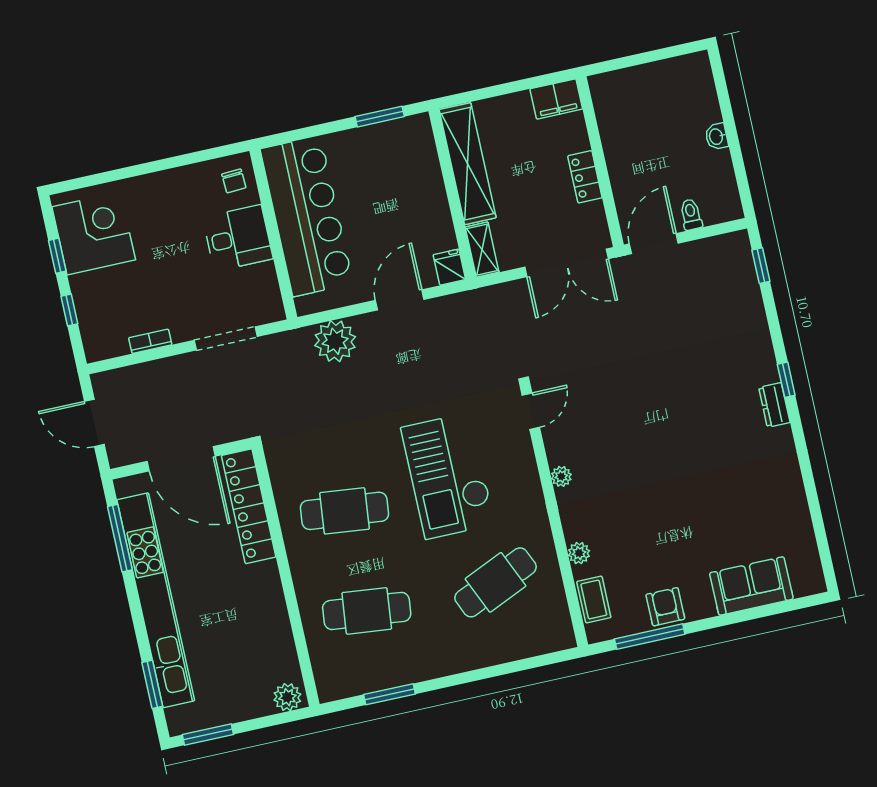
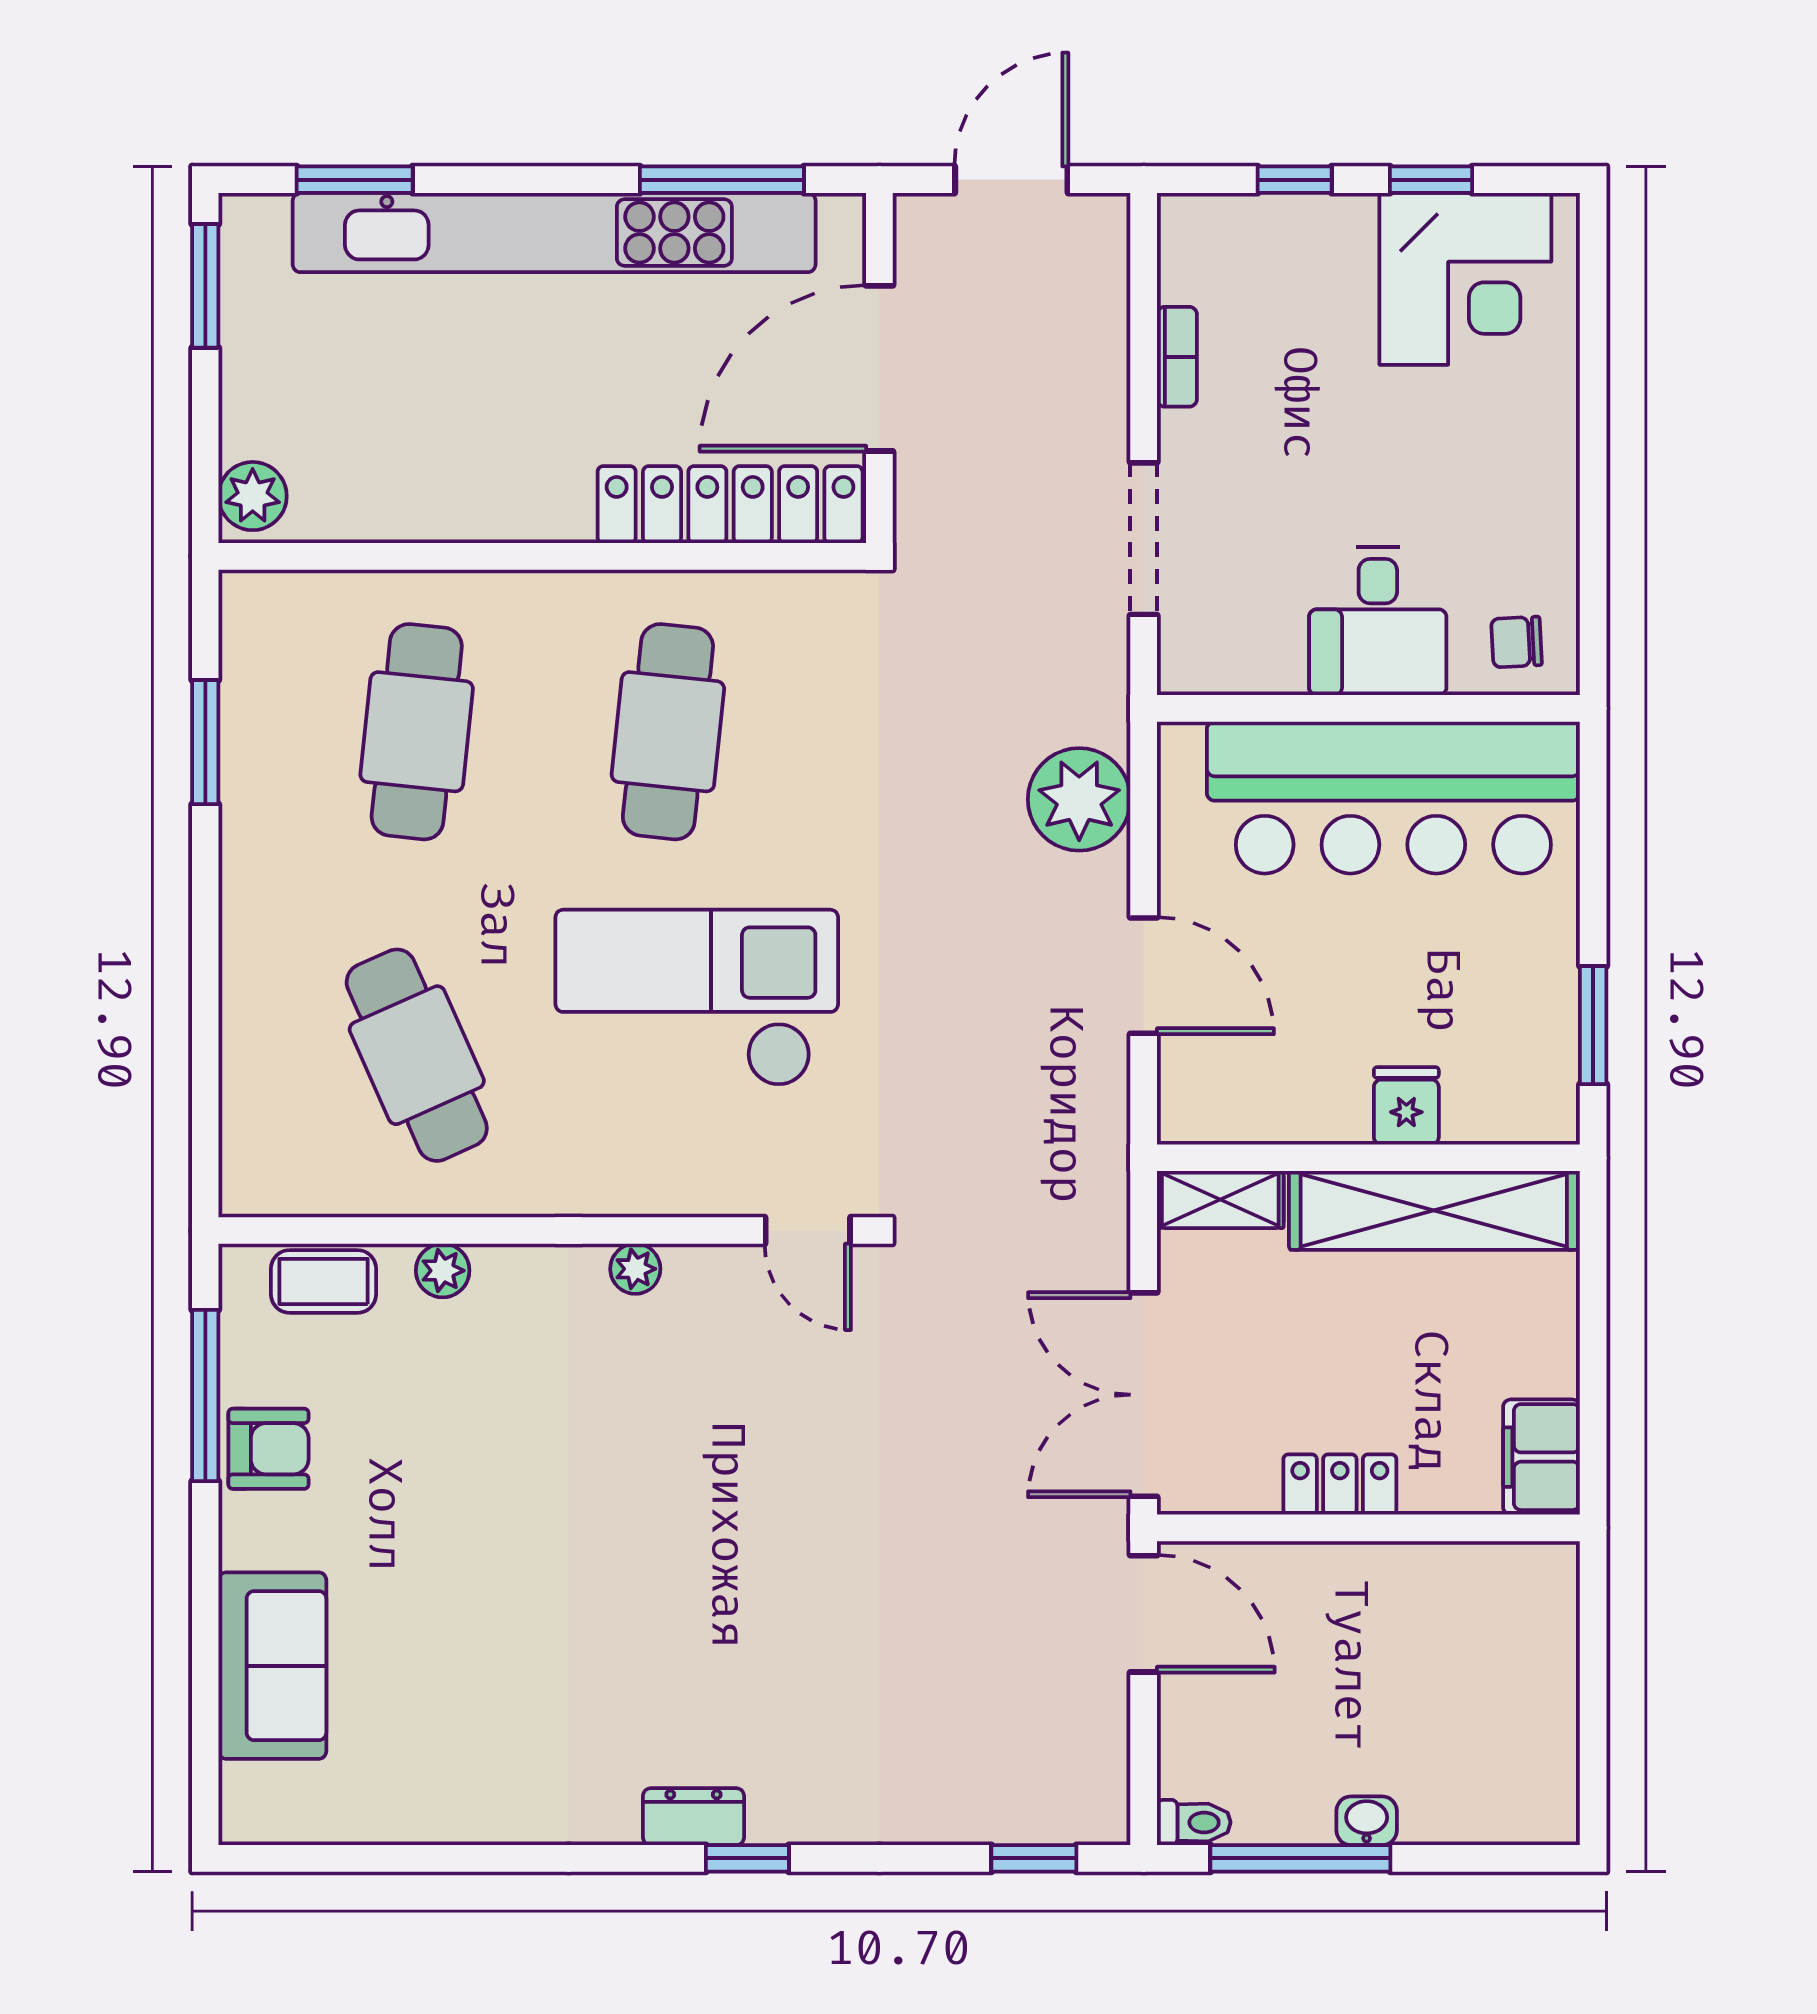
window: (737, 160) -> (1300, 1858), added
toilet: (691, 214) -> (1194, 1822), moved
fridge: (449, 267) -> (1406, 1106), moved, turned -90

